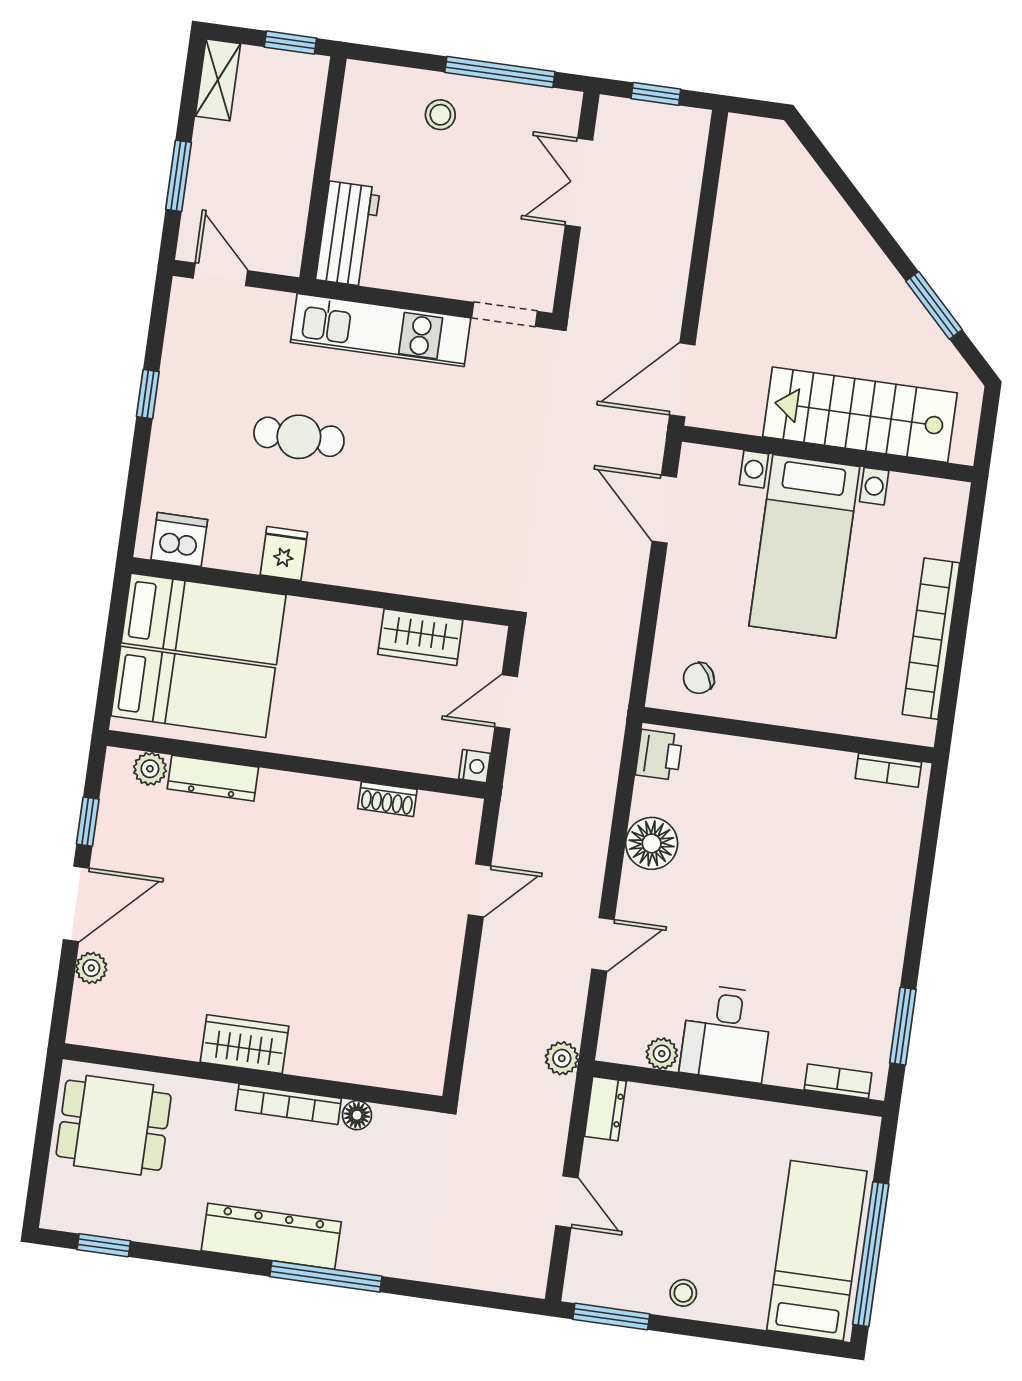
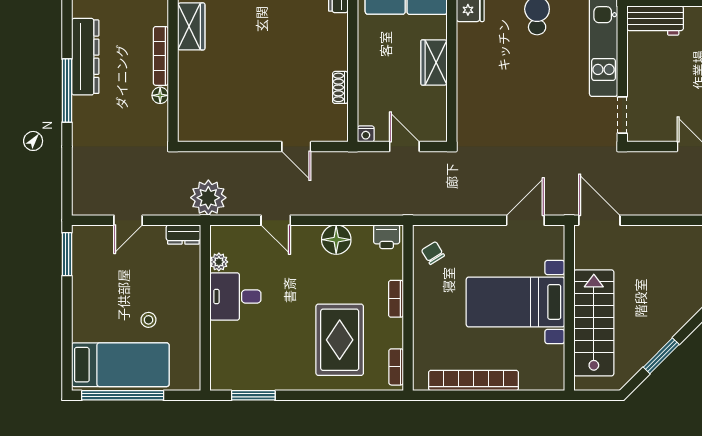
wardrobe: (420, 637) -> (434, 62), moved
rug: (827, 862) -> (340, 340), added
plant: (562, 1058) -> (208, 198), width x1.87, depth x1.87
bookcase: (838, 1081) -> (396, 299), moved, turned 180
stool: (683, 1293) -> (148, 320), moved

